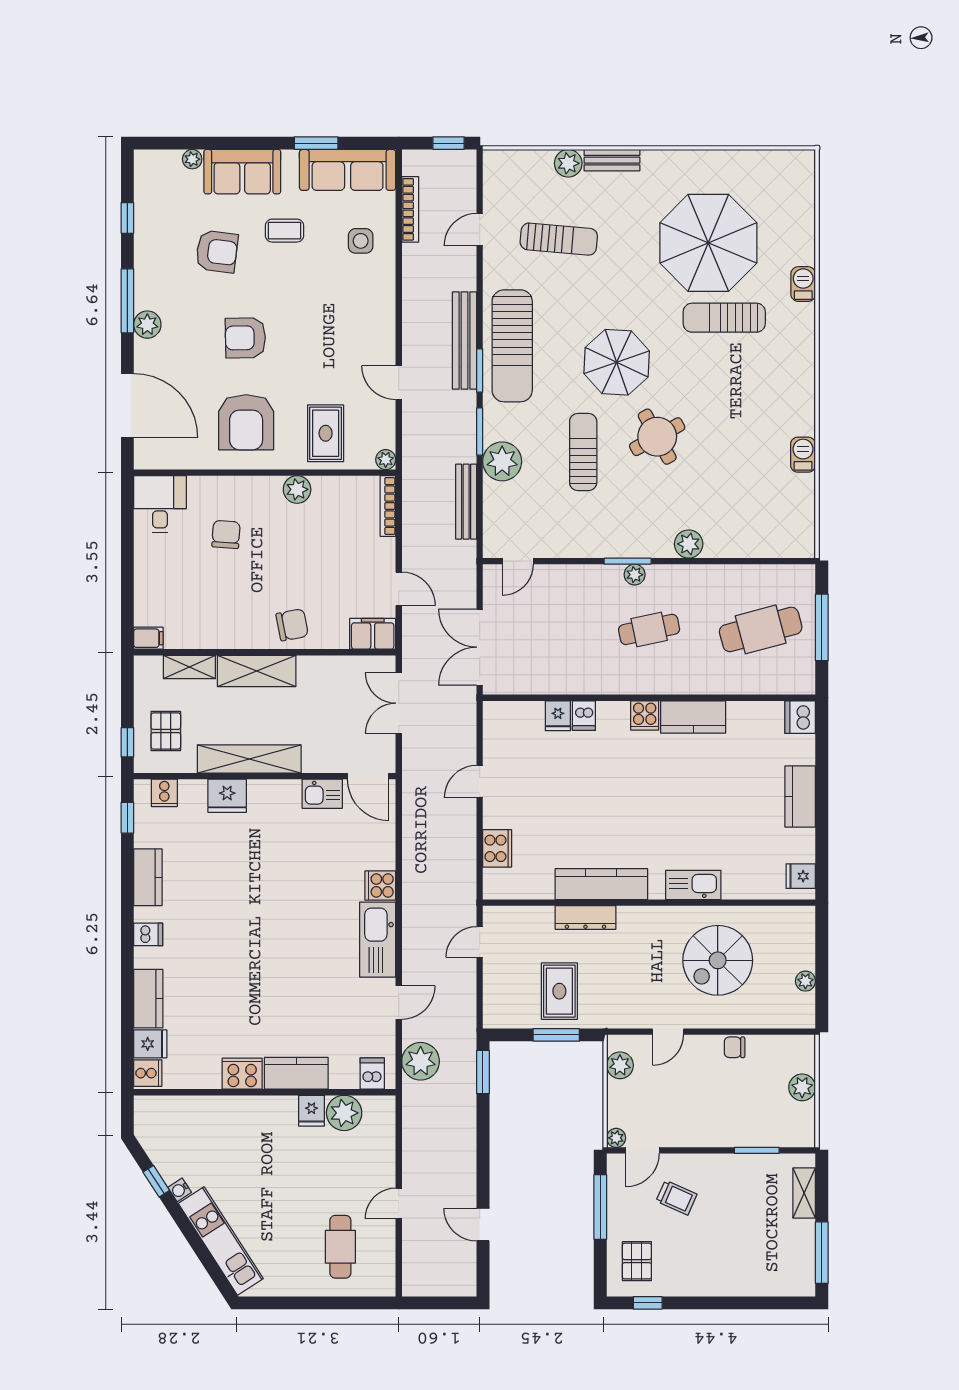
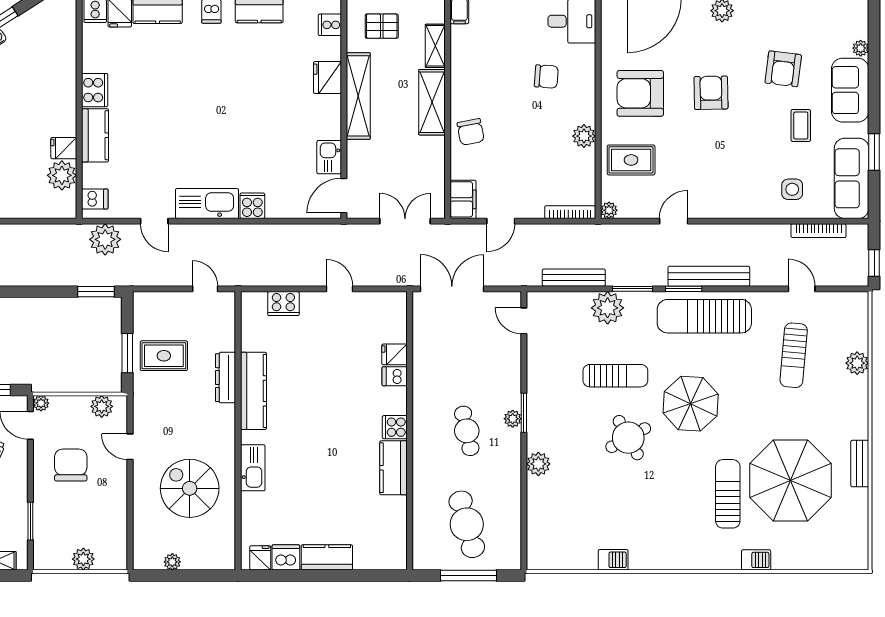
bench: (612, 160) -> (860, 464), moved
dishwasher: (800, 717) -> (286, 557), moved
chair: (735, 1047) -> (71, 465), moved, width x1.87, depth x1.87

